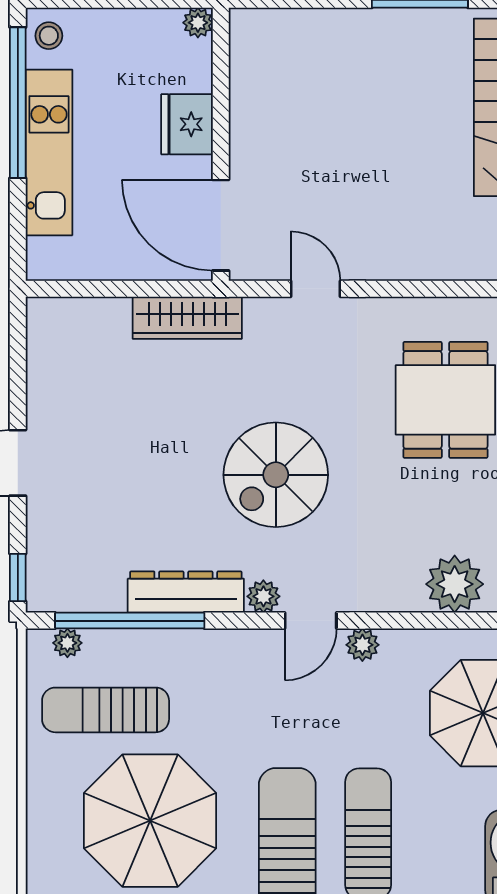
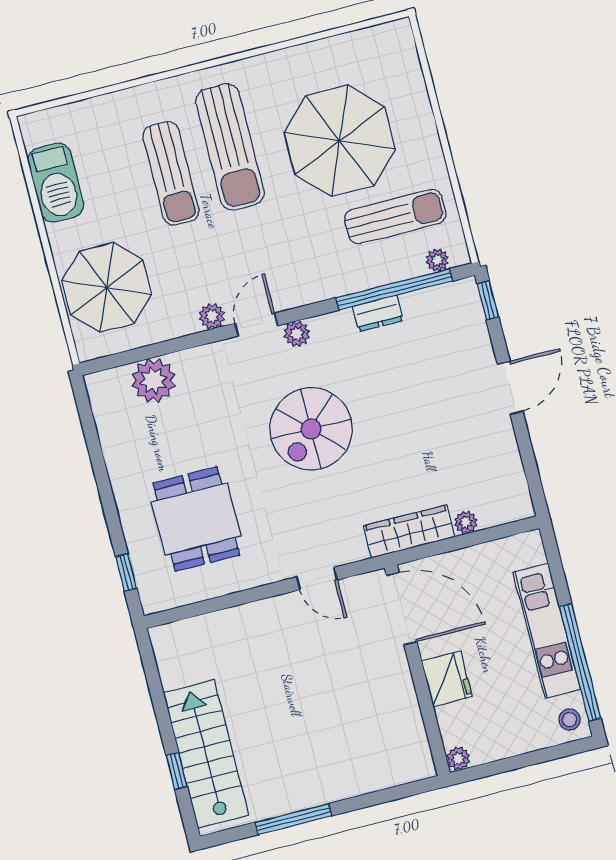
plant: (115, 311) -> (466, 522), added
spiral stairs: (276, 475) -> (311, 429), turned 180
dresser: (186, 592) -> (378, 313), width x0.51, depth x0.80

